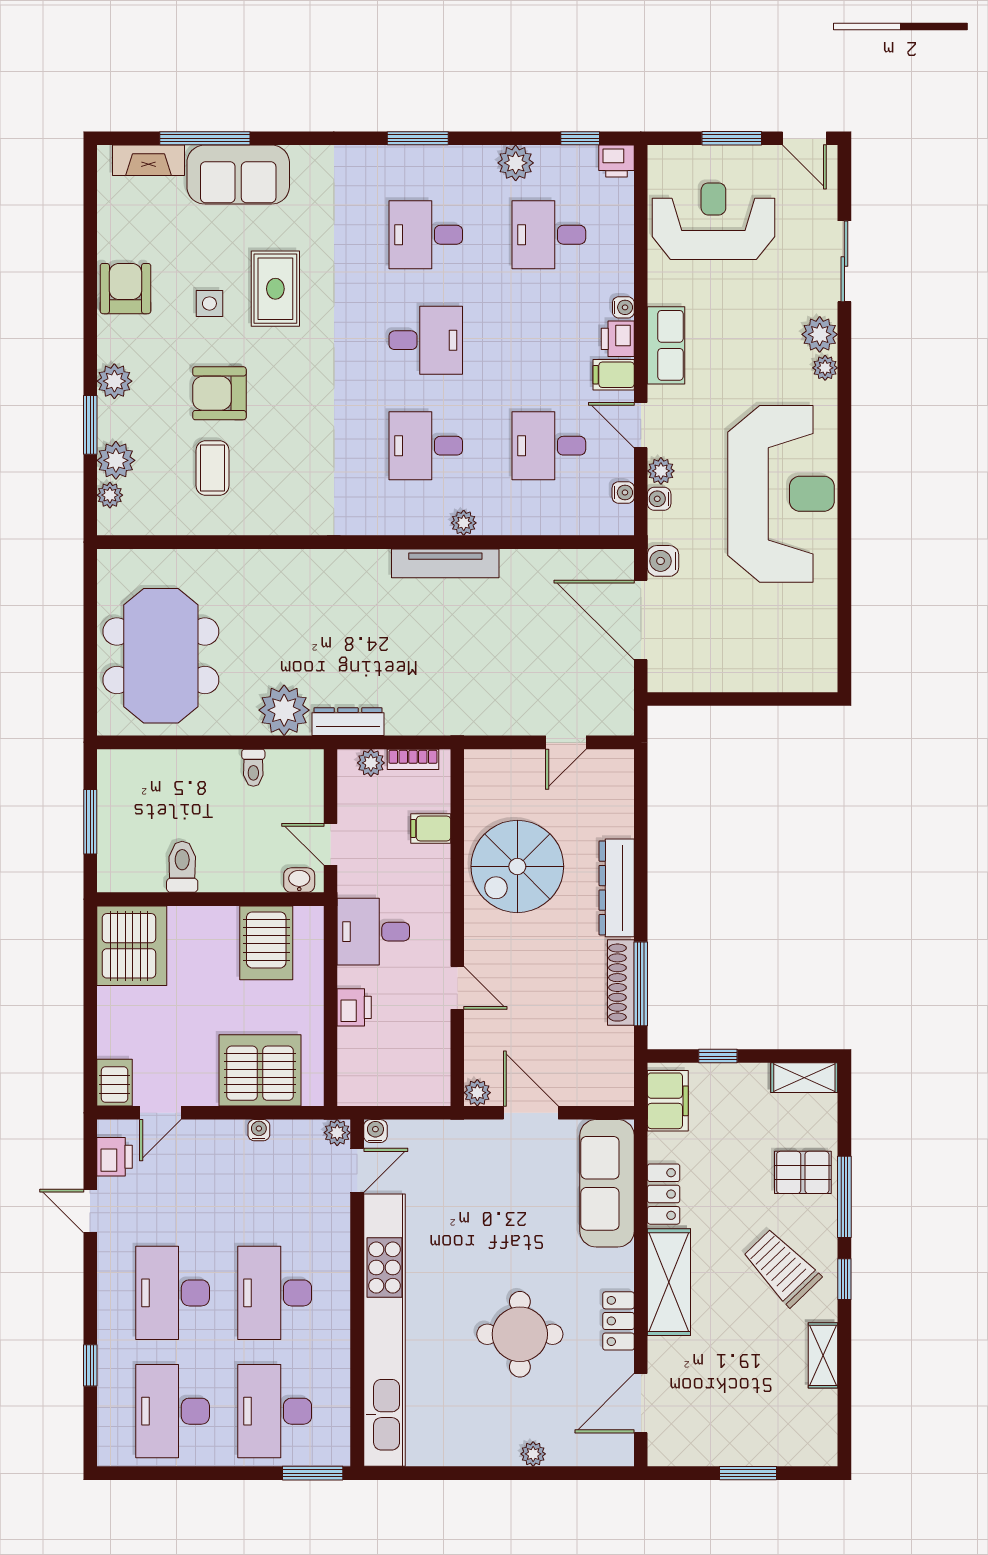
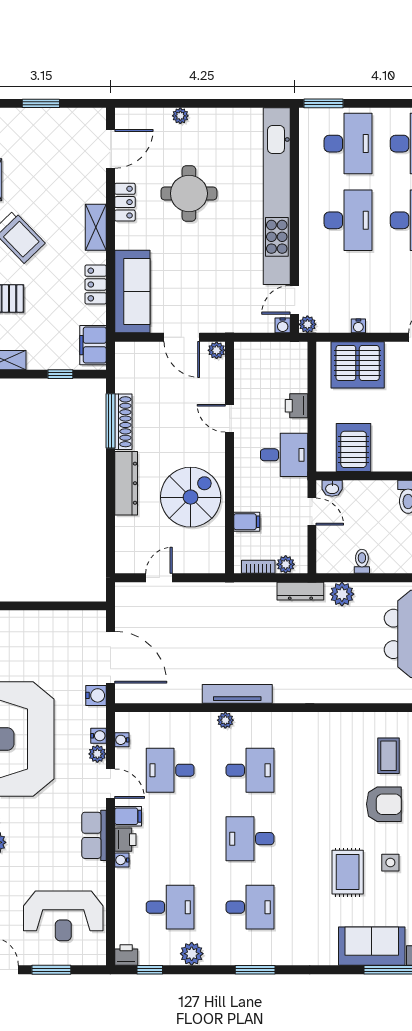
desk: (549, 446) -> (170, 770), turned 180
plant: (284, 710) -> (342, 594), width x0.73, depth x0.73
shelving: (669, 1282) -> (96, 227), width x0.67, depth x0.75

